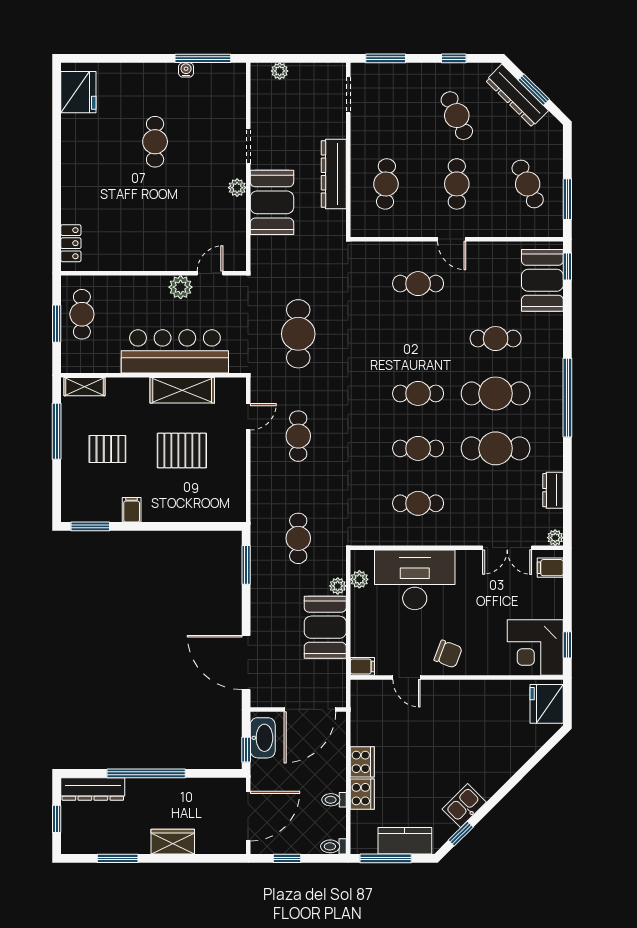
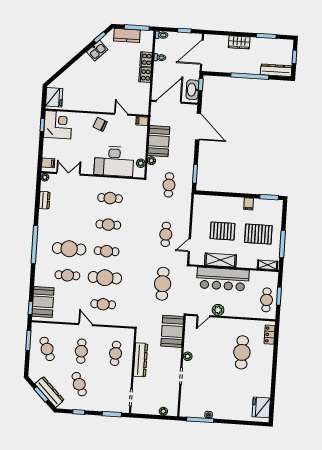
cafe table: (155, 142) -> (242, 352), moved, width x1.37, depth x1.35
booth: (272, 202) -> (172, 331), moved
cafe table: (496, 448) -> (105, 278), moved
pallet: (107, 449) -> (258, 234), width x1.50, depth x1.42

